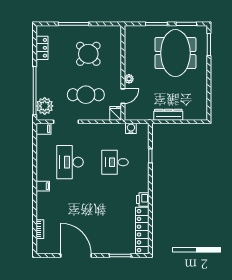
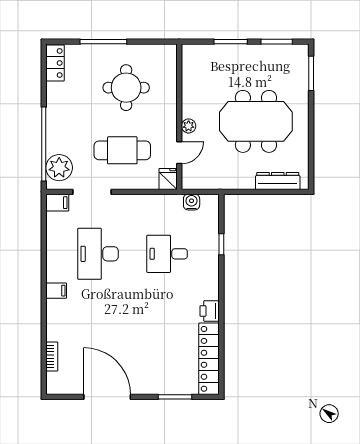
locker: (42, 48) -> (55, 63), moved
meeting table: (175, 53) -> (256, 121), moved, turned 90
round table: (88, 54) -> (126, 88), turned 45
dresser: (168, 115) -> (278, 181), moved

